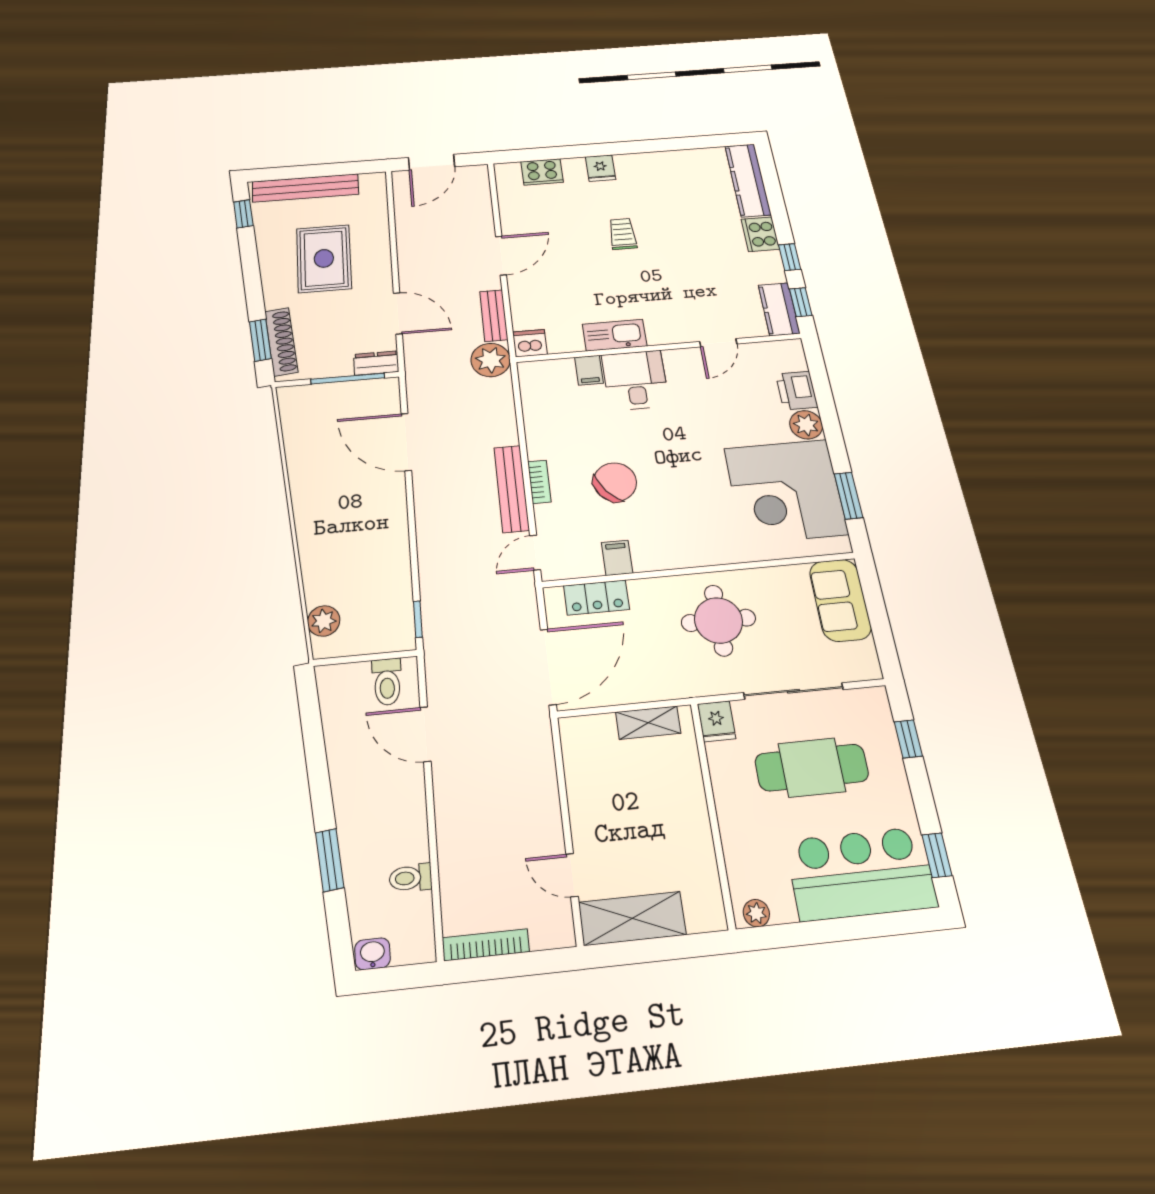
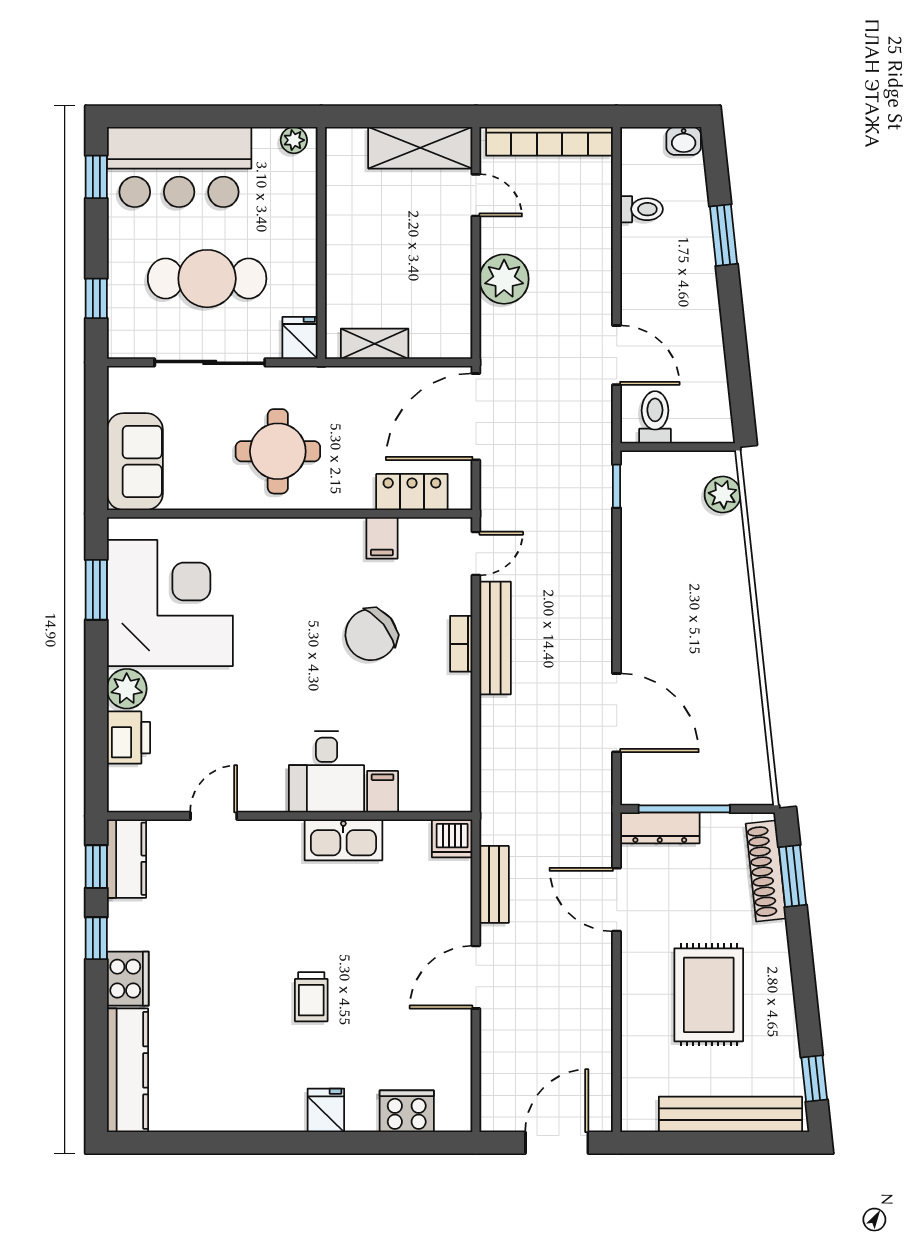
plant: (491, 360) -> (504, 279), moved
dresser: (376, 363) -> (660, 828), width x1.44
bookcase: (486, 945) -> (550, 141), width x1.48, depth x1.31

